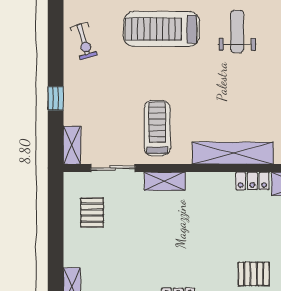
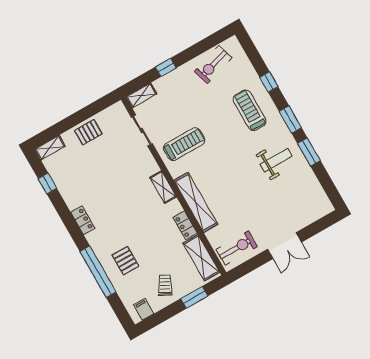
treadmill: (161, 29) -> (250, 110), width x0.73, depth x0.73
exercise bike: (84, 41) -> (213, 65), width x1.38, depth x1.39
shelving: (165, 181) -> (163, 187), moved
pallet: (92, 213) -> (88, 132), moved

